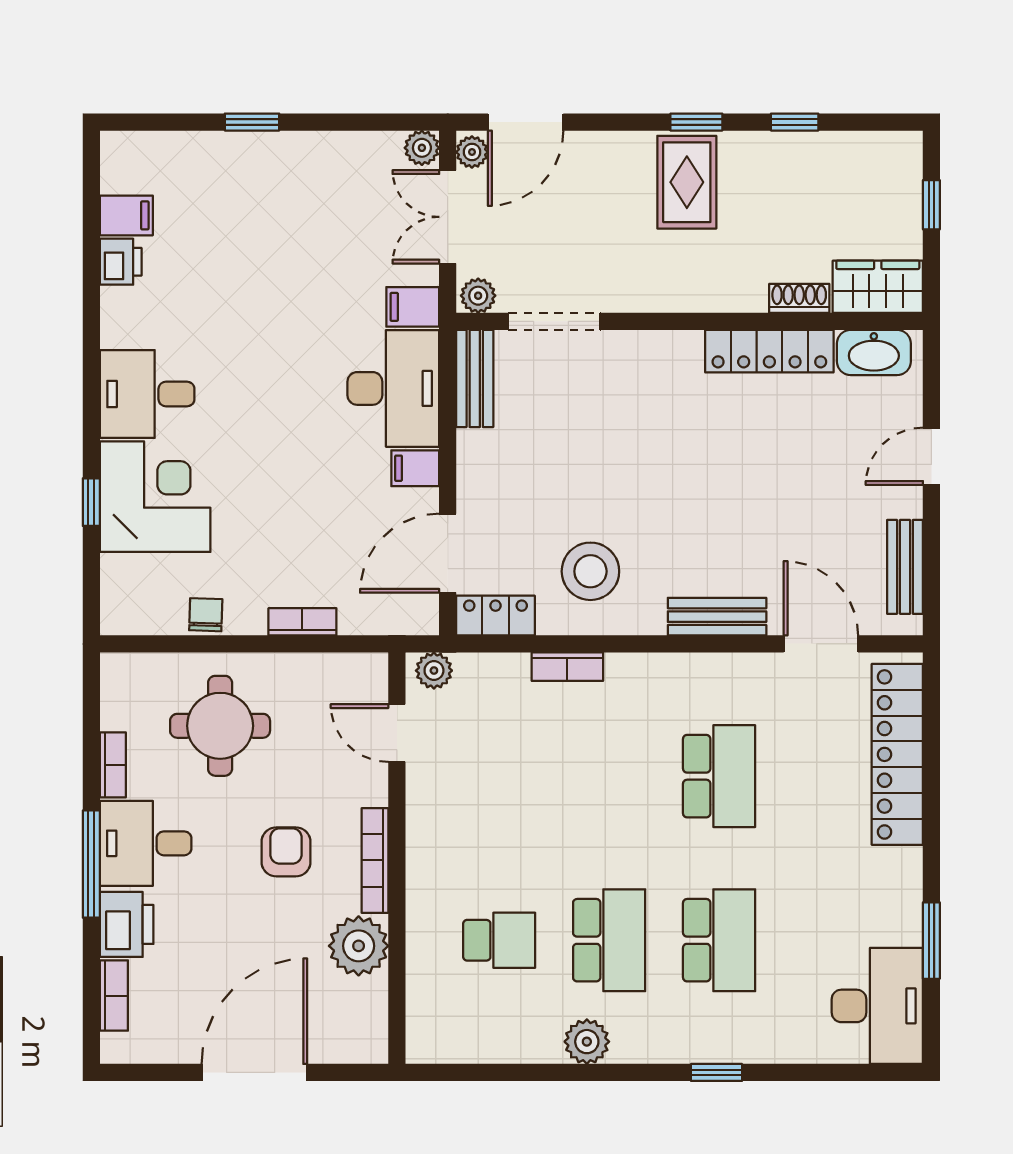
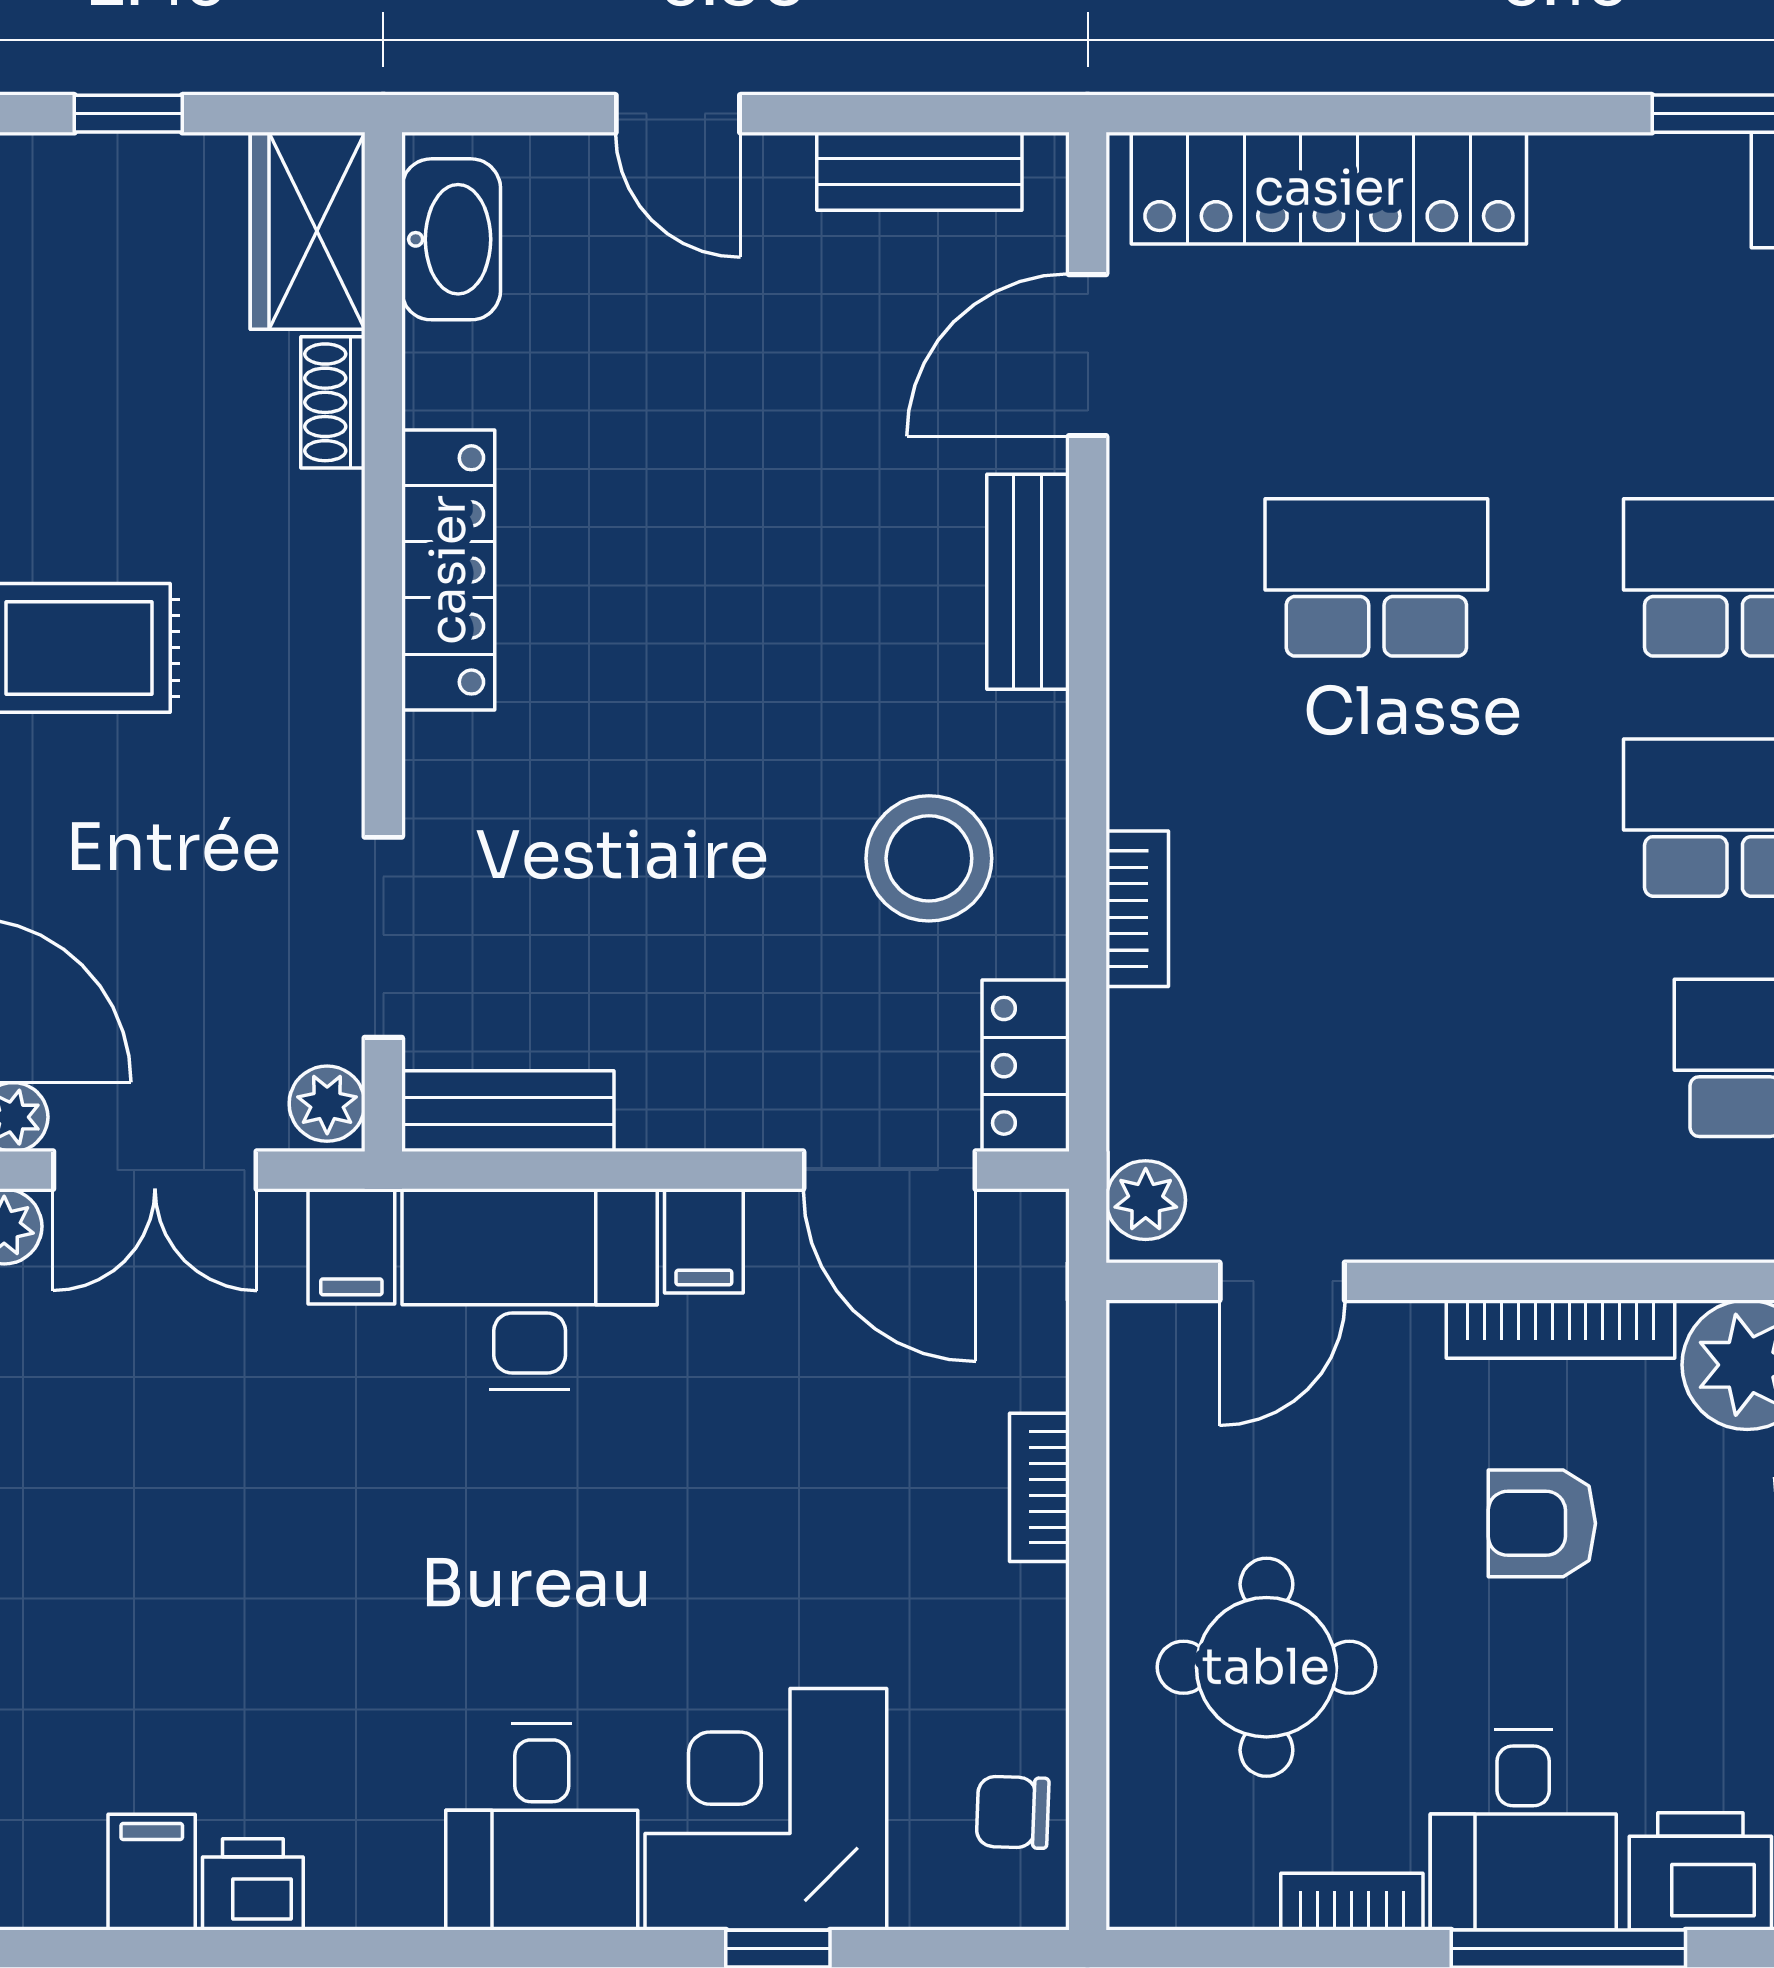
locker: (769, 351) -> (448, 570), moved
chair: (206, 615) -> (1013, 1812), moved

